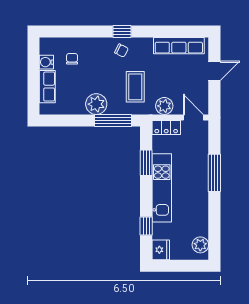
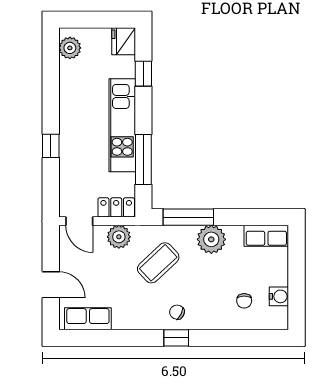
row of seats: (179, 46) -> (88, 319), width x0.68
door: (214, 71) -> (51, 285), swing flipped
row of seats: (47, 87) -> (266, 236), moved, turned -90
coffee table: (135, 87) -> (158, 263), turned 47
window: (146, 163) -> (143, 160), width x1.44
window: (214, 173) -> (51, 146), width x0.46

